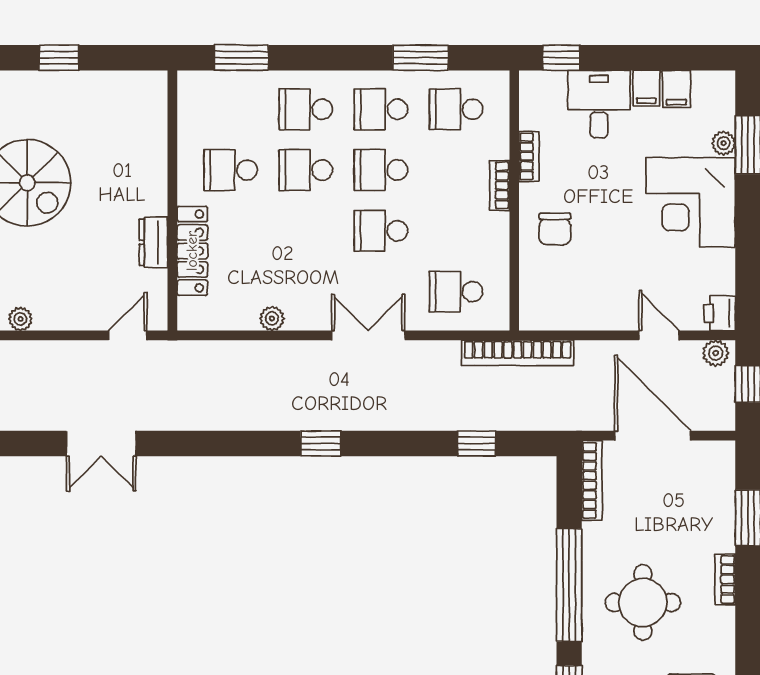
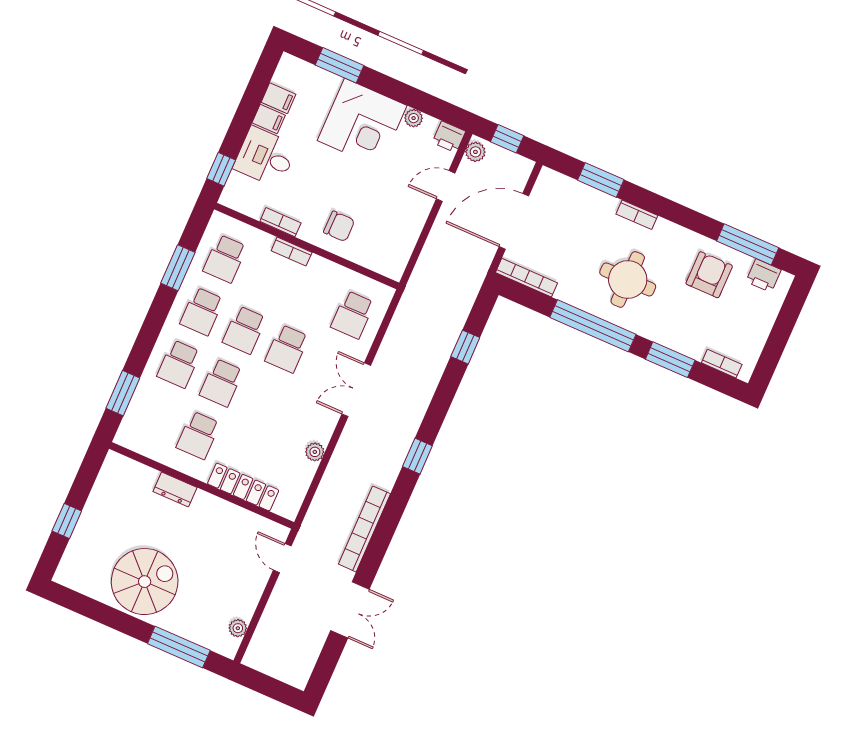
plant: (724, 143) -> (414, 118), moved
dresser: (153, 242) -> (175, 490), moved
bookcase: (518, 353) -> (364, 529), moved, turned 180

